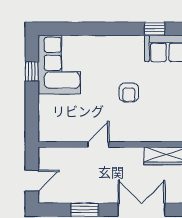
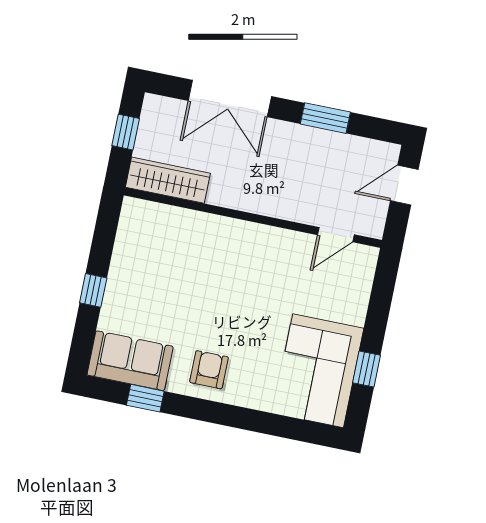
armchair: (129, 92) -> (209, 370), moved
door: (98, 144) -> (336, 235), moved

